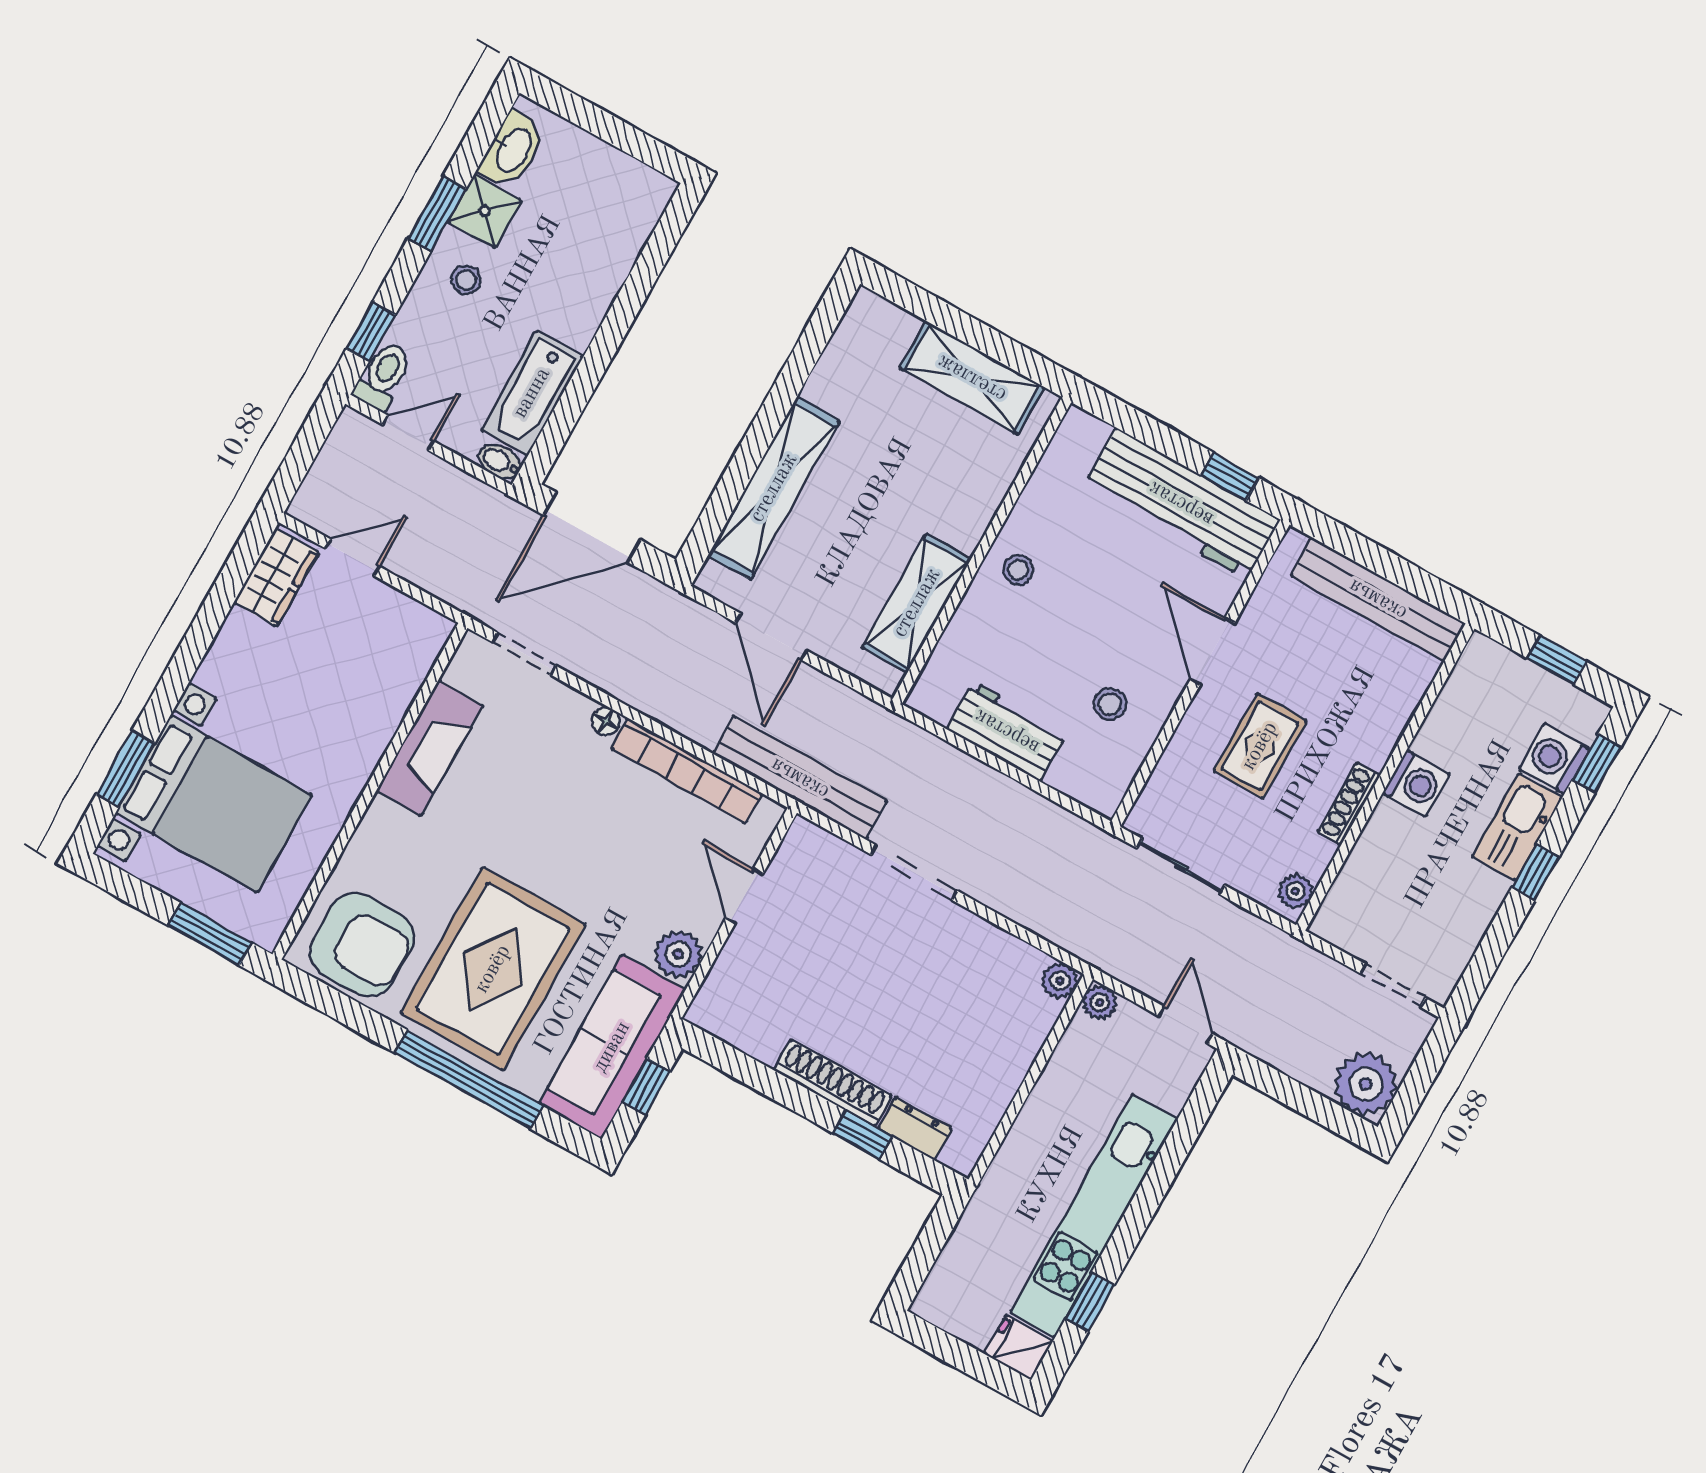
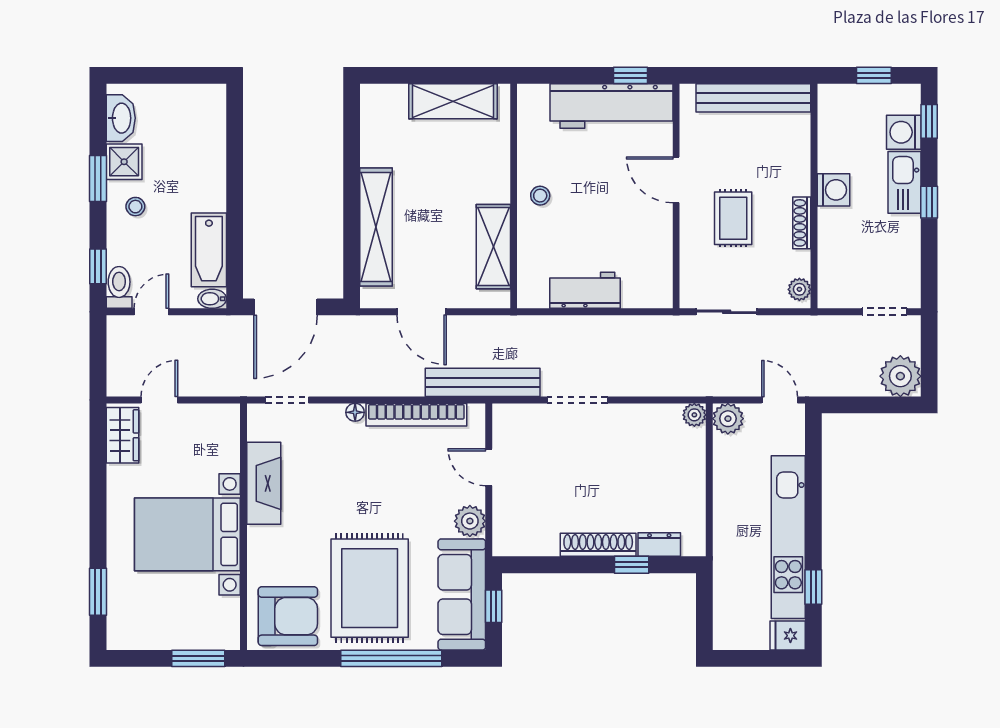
stool: (1110, 704) -> (635, 242), removed
bed with nightstands: (214, 804) -> (187, 534), moved, turned 180
plant: (1100, 1002) -> (728, 419), width x1.38, depth x1.38

